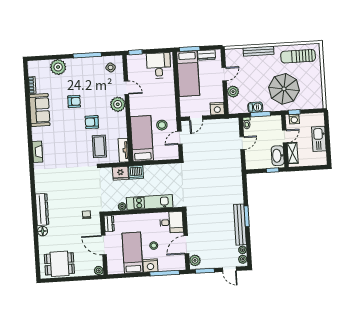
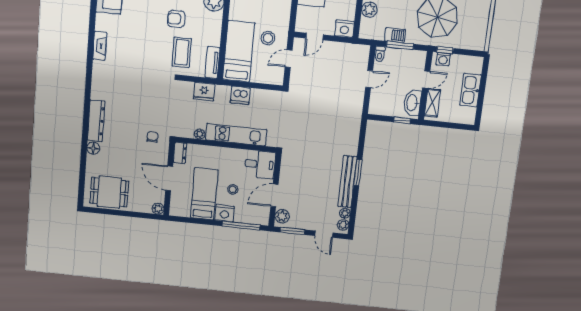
dishwasher: (136, 172) -> (240, 95), moved

